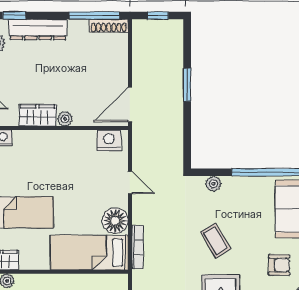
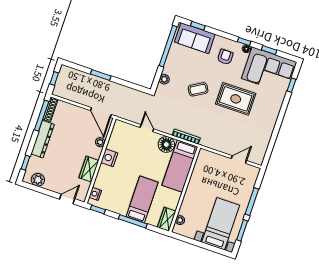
dresser: (38, 29) -> (43, 139), moved
plant: (65, 119) -> (100, 142), moved
nightstand: (109, 140) -> (109, 158), moved
door: (130, 183) -> (147, 128), hinge flipped

